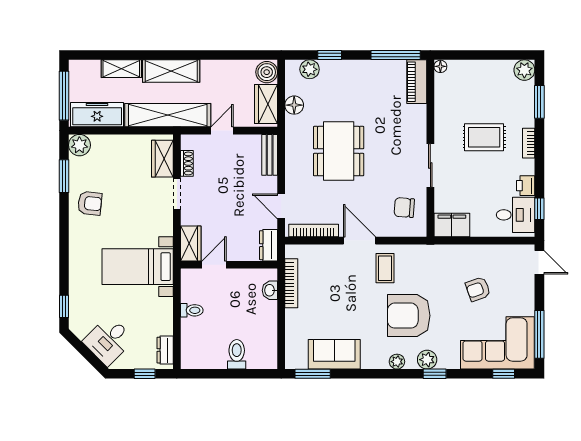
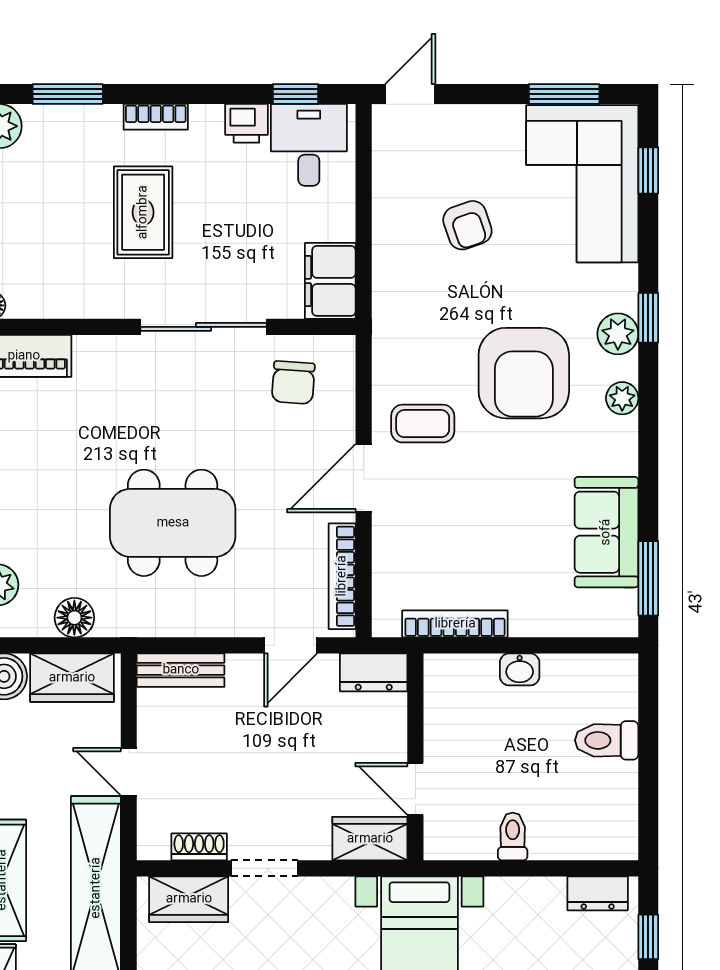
sliding door: (430, 166) -> (203, 327), width x1.37
washbasin: (270, 290) -> (520, 669), moved
window: (539, 334) -> (564, 94), width x0.69

